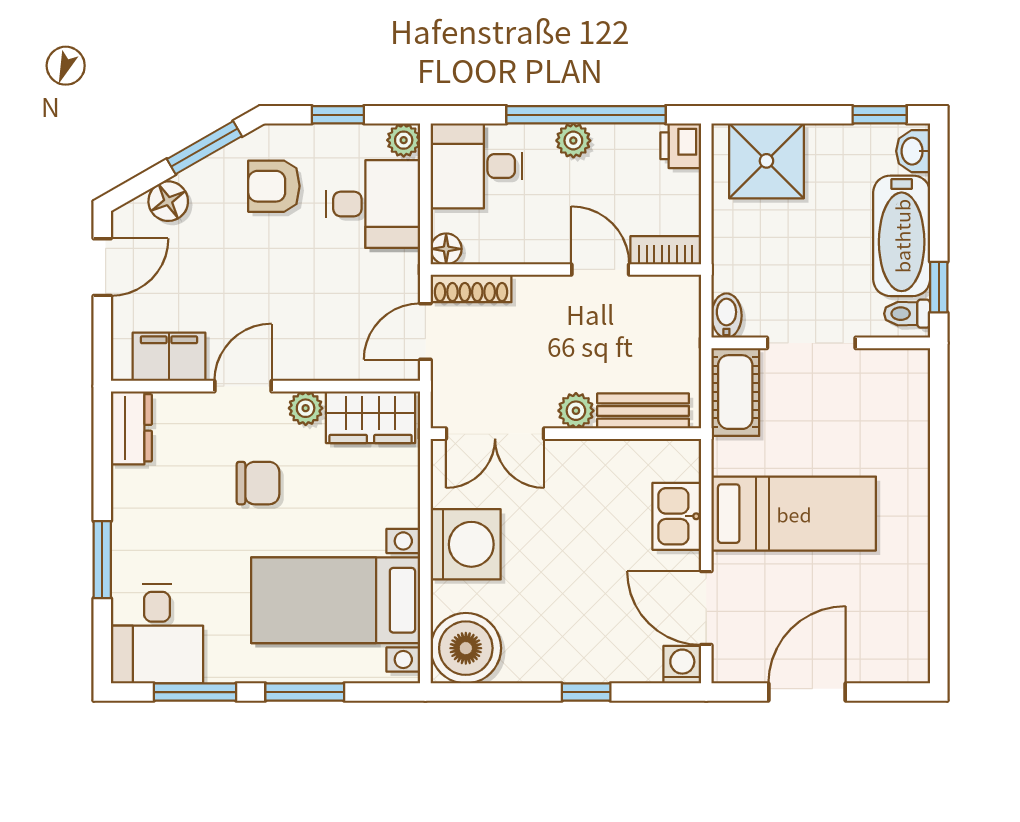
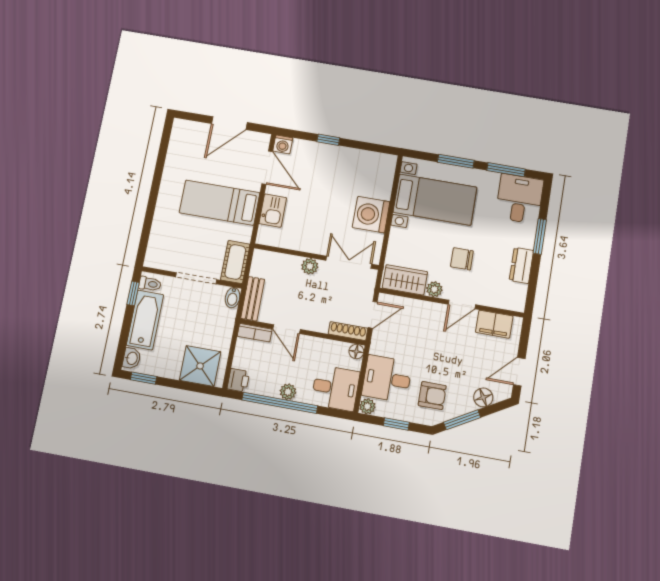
bench: (643, 411) -> (253, 299), moved, turned 90
dresser: (131, 428) -> (521, 265), moved
boiler: (466, 648) -> (379, 168), removed

